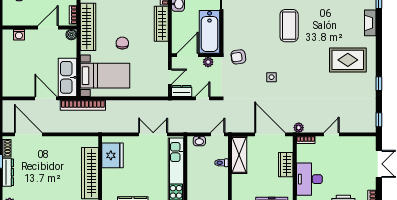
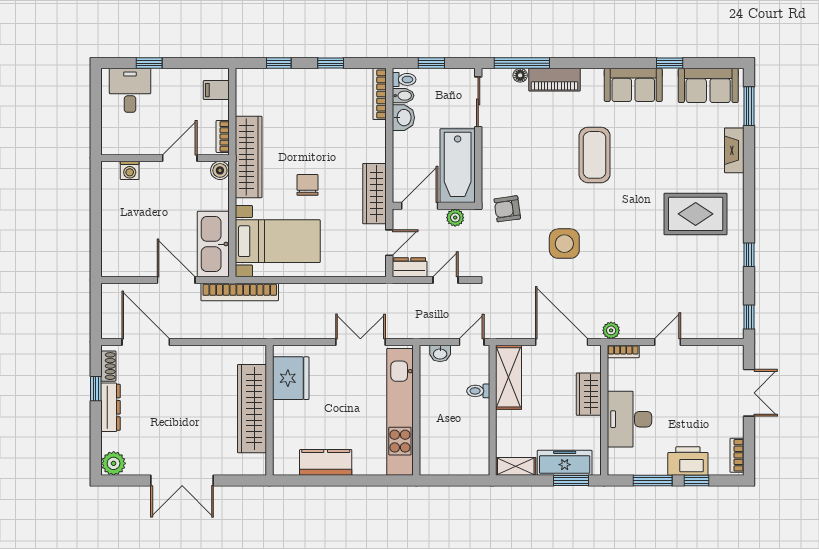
wardrobe: (161, 24) -> (374, 194), moved
side table: (272, 77) -> (564, 244), width x1.87, depth x1.87

